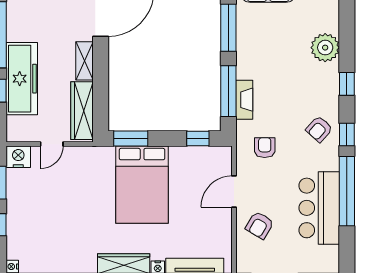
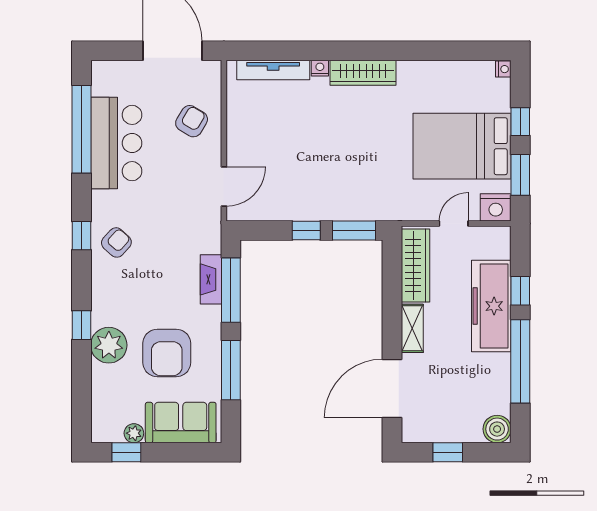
window: (347, 84) -> (81, 325), moved
window: (198, 139) -> (306, 231), moved
armchair: (265, 148) -> (167, 353), moved, width x1.88, depth x1.88
bed: (142, 185) -> (462, 146), moved, turned -90
window: (347, 191) -> (81, 129), moved
door: (234, 192) -> (224, 186), moved

